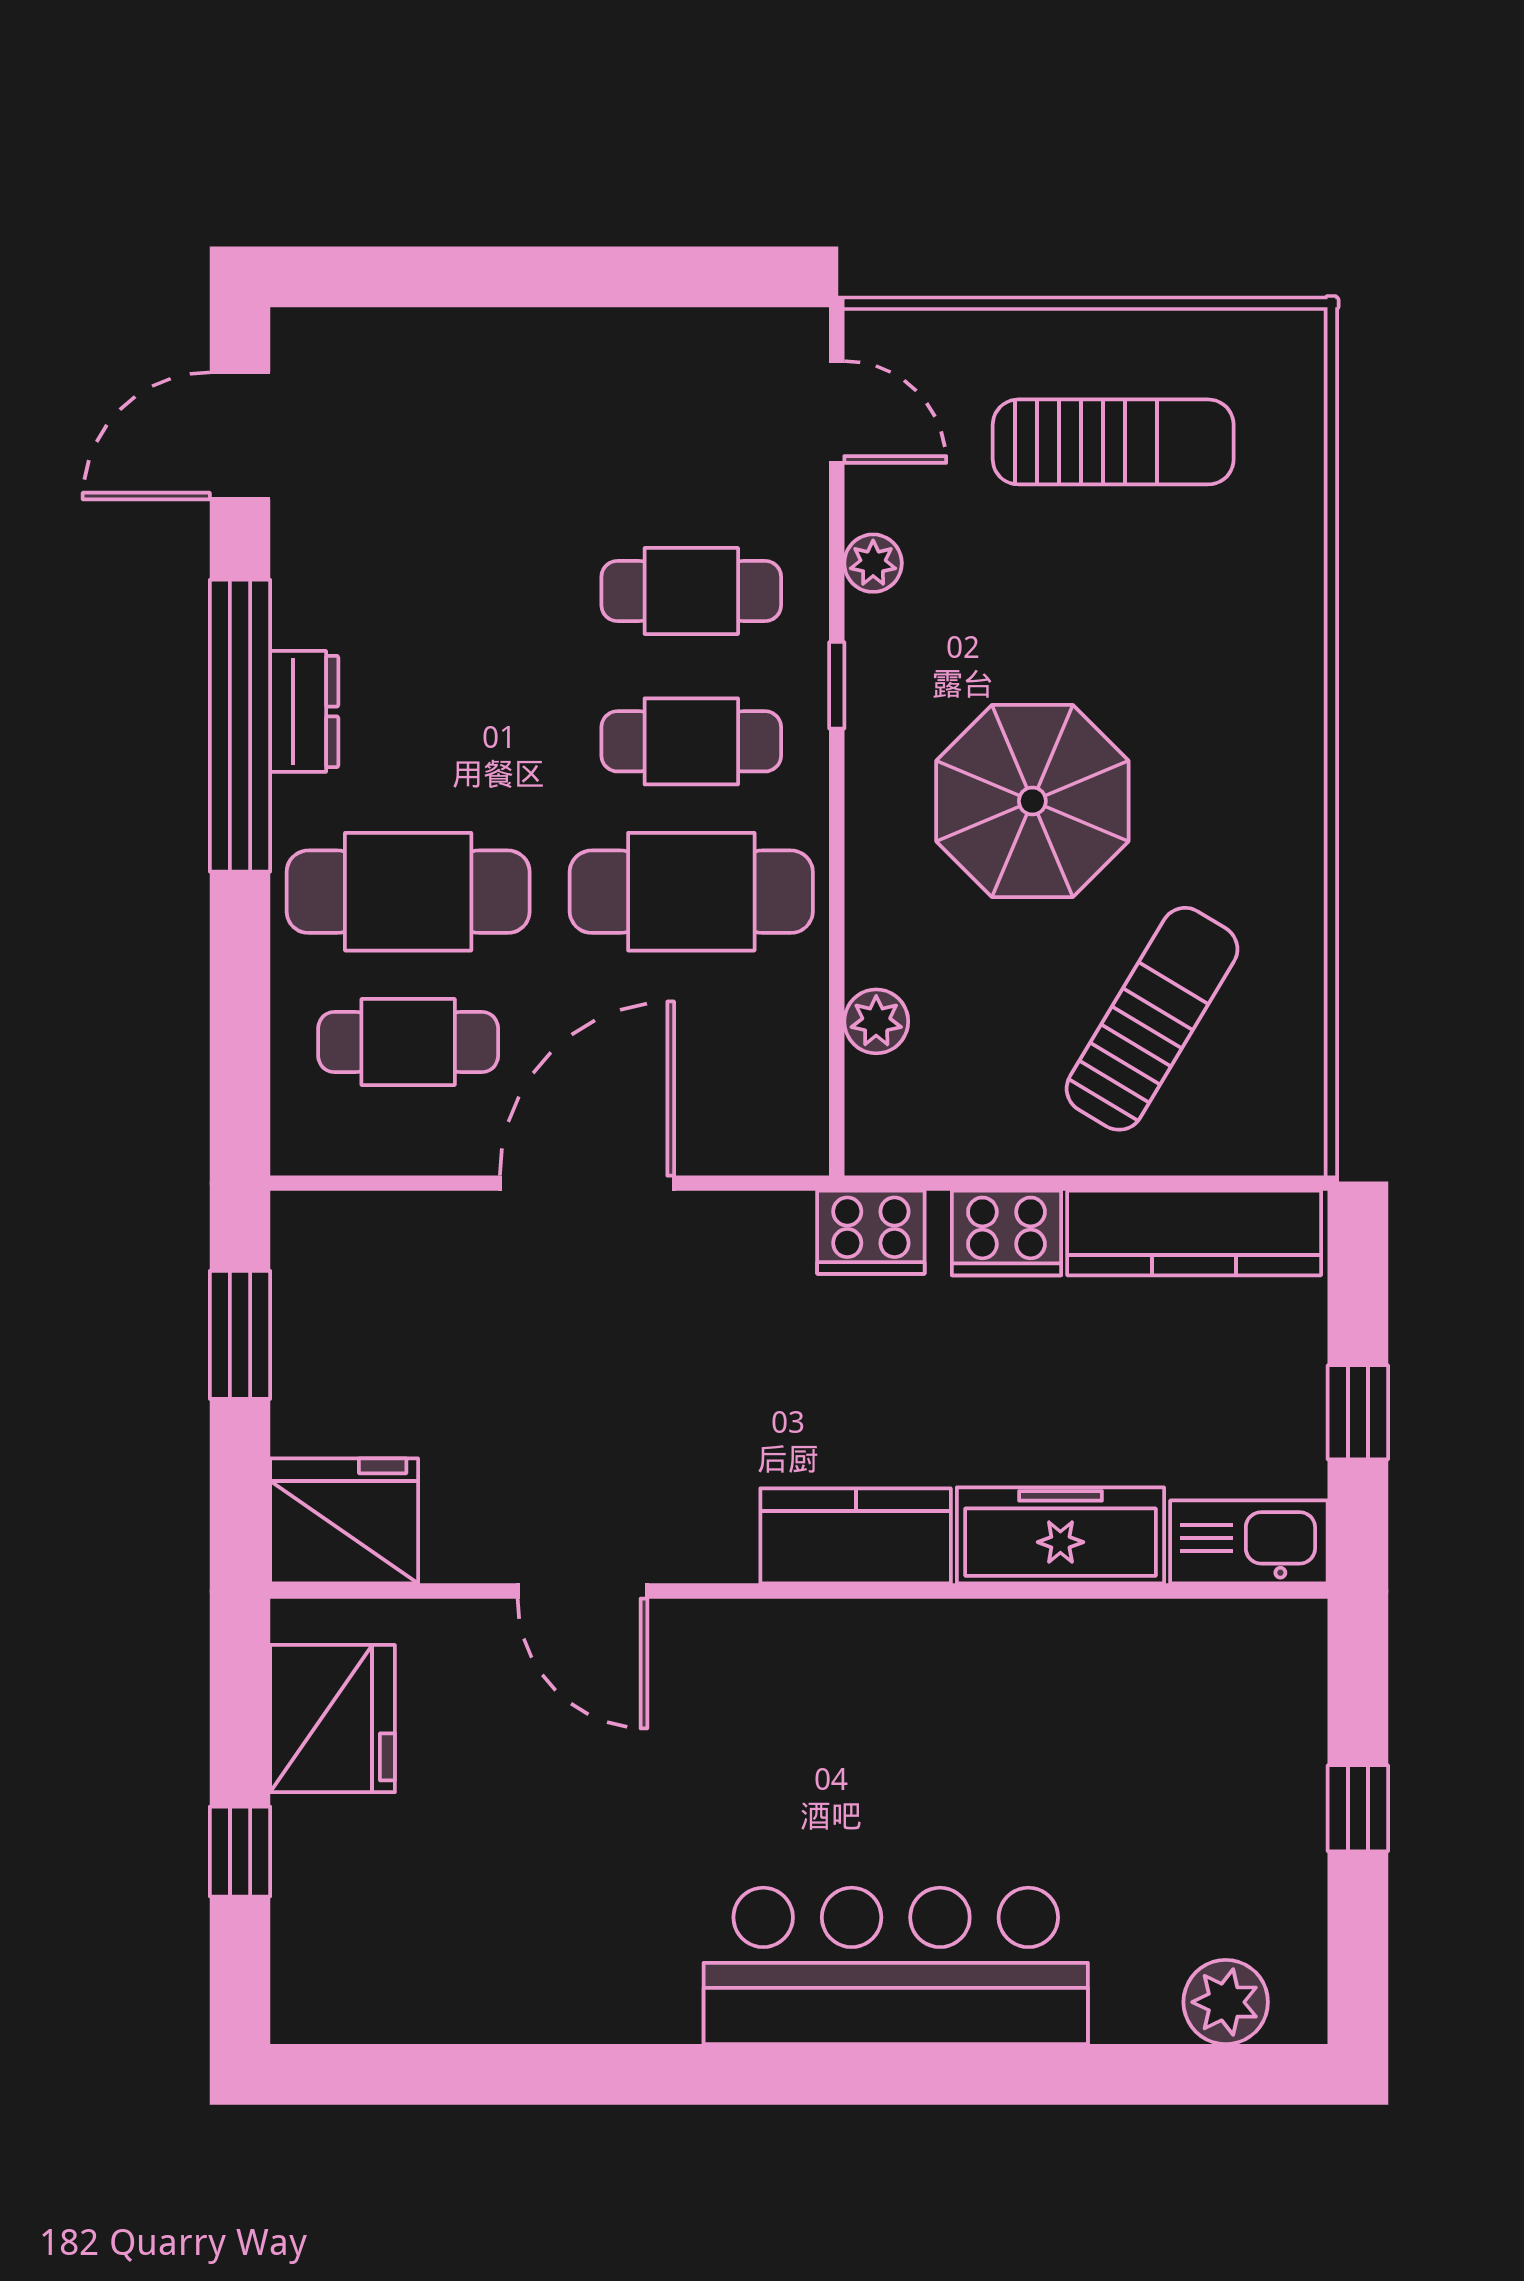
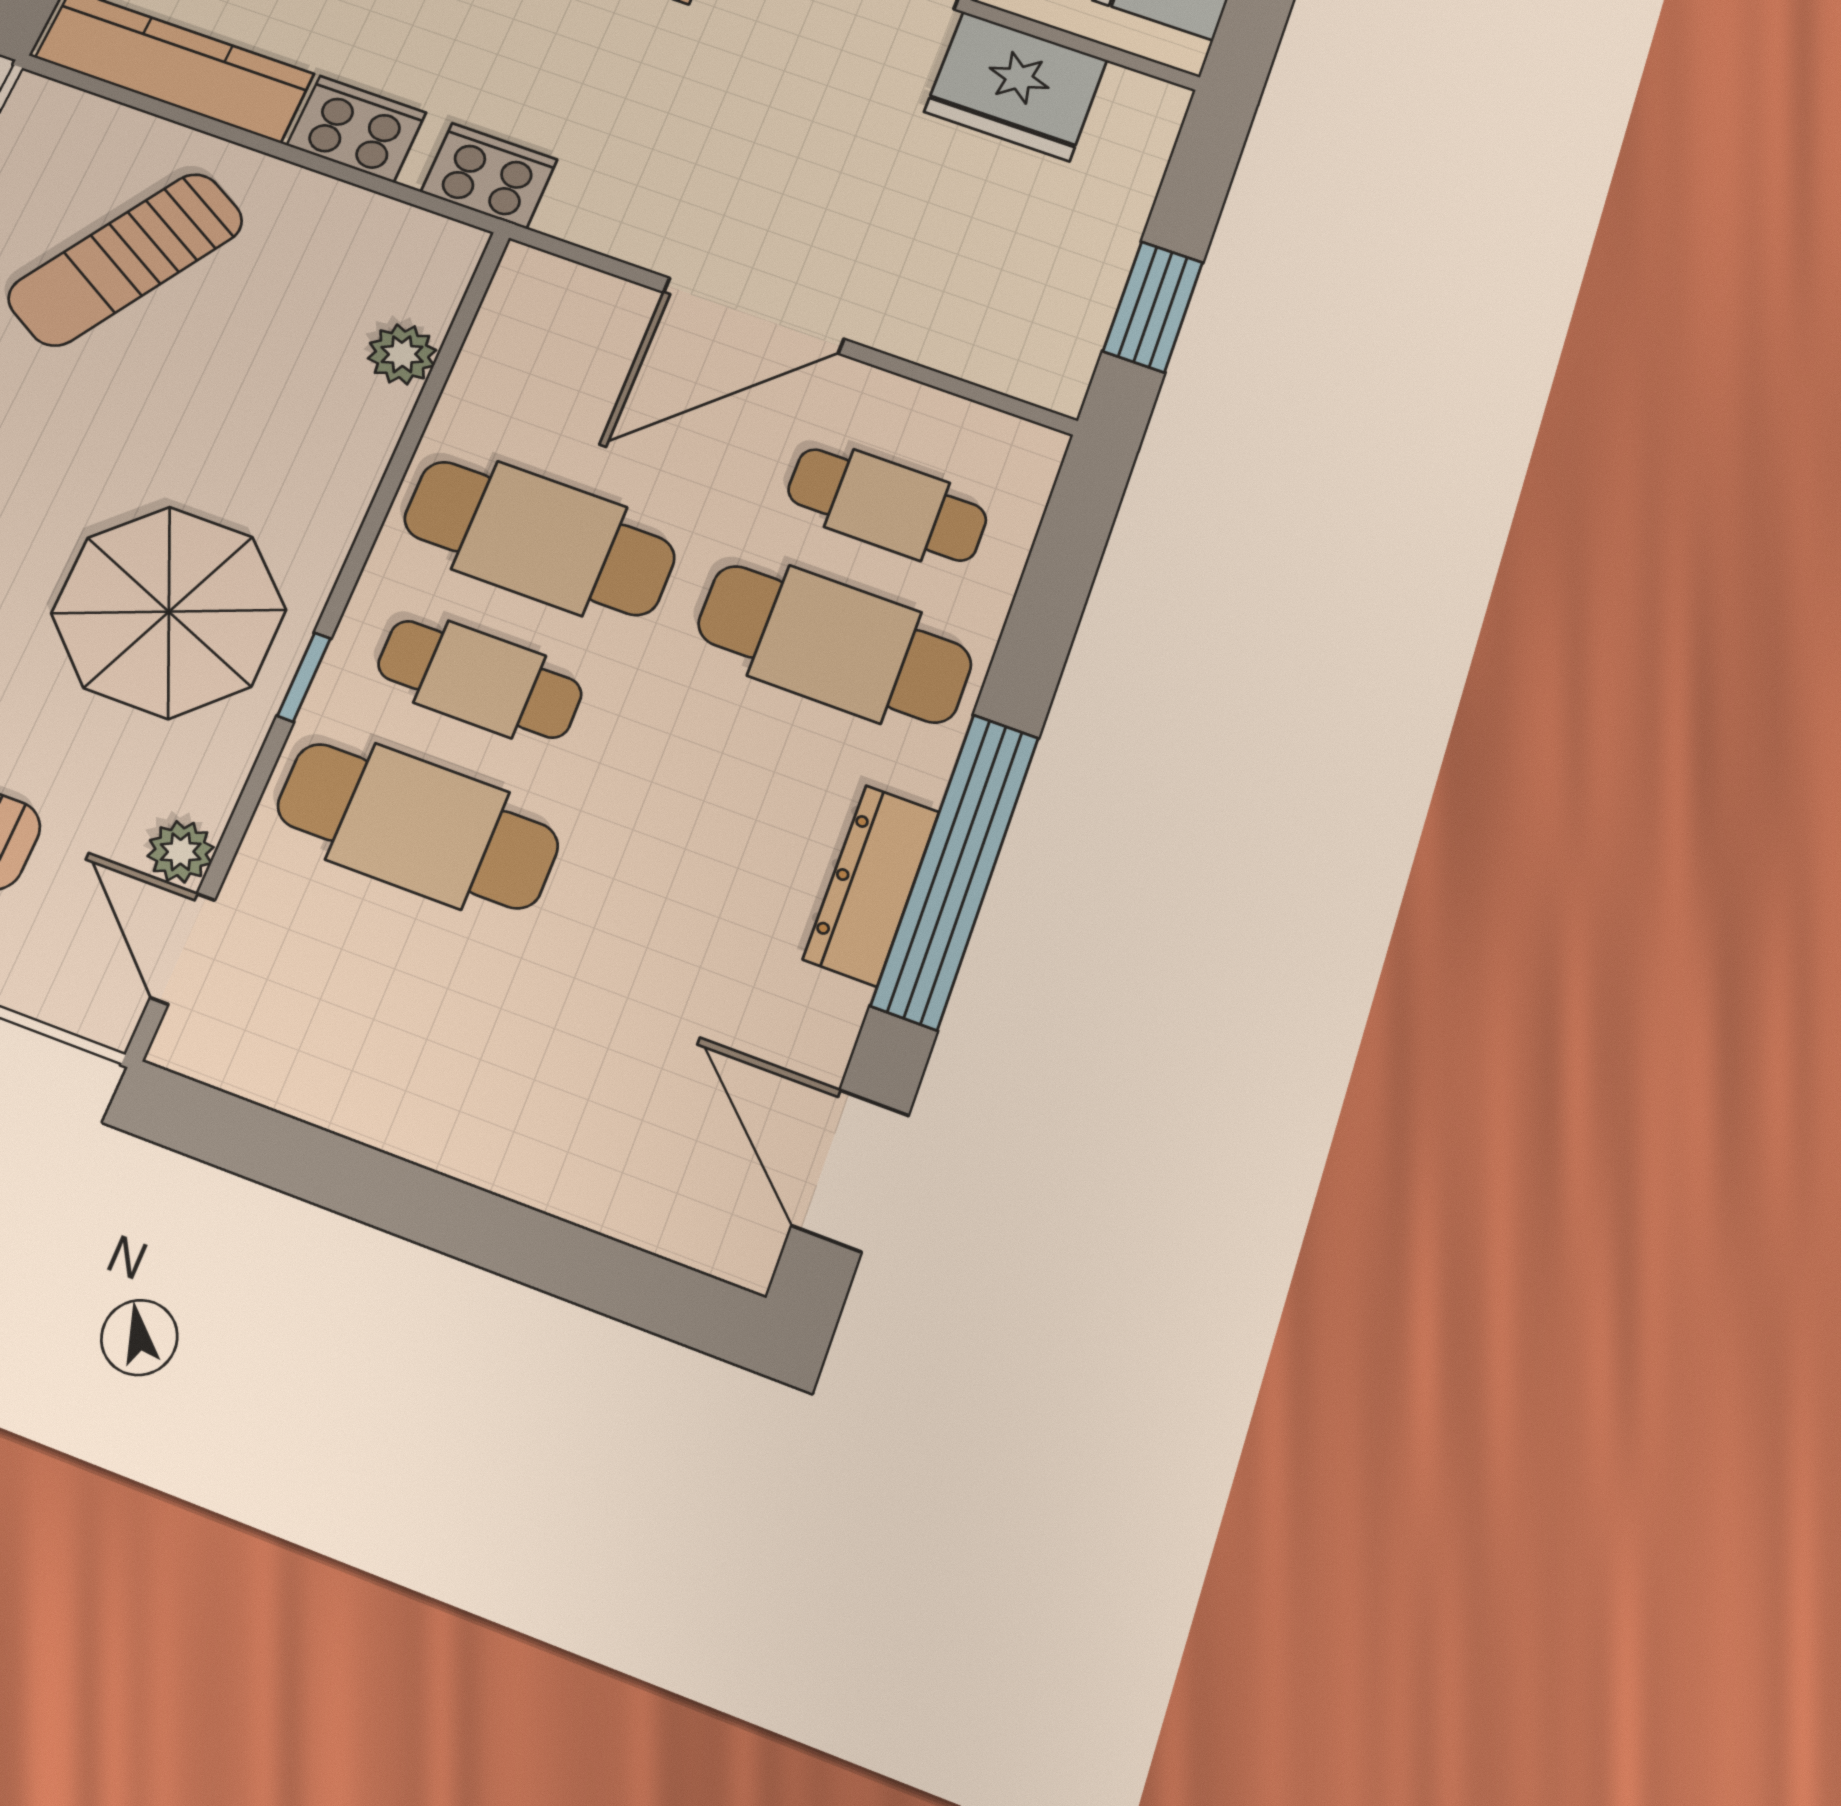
door: (240, 436) -> (850, 1170), swing flipped
plant: (873, 563) -> (181, 852), moved
cafe table: (691, 591) -> (418, 826), width x1.37, depth x1.35
dresser: (304, 711) -> (872, 885), width x1.44
parasol: (1032, 801) -> (169, 612), moved
fridge: (344, 1521) -> (1016, 86), moved

